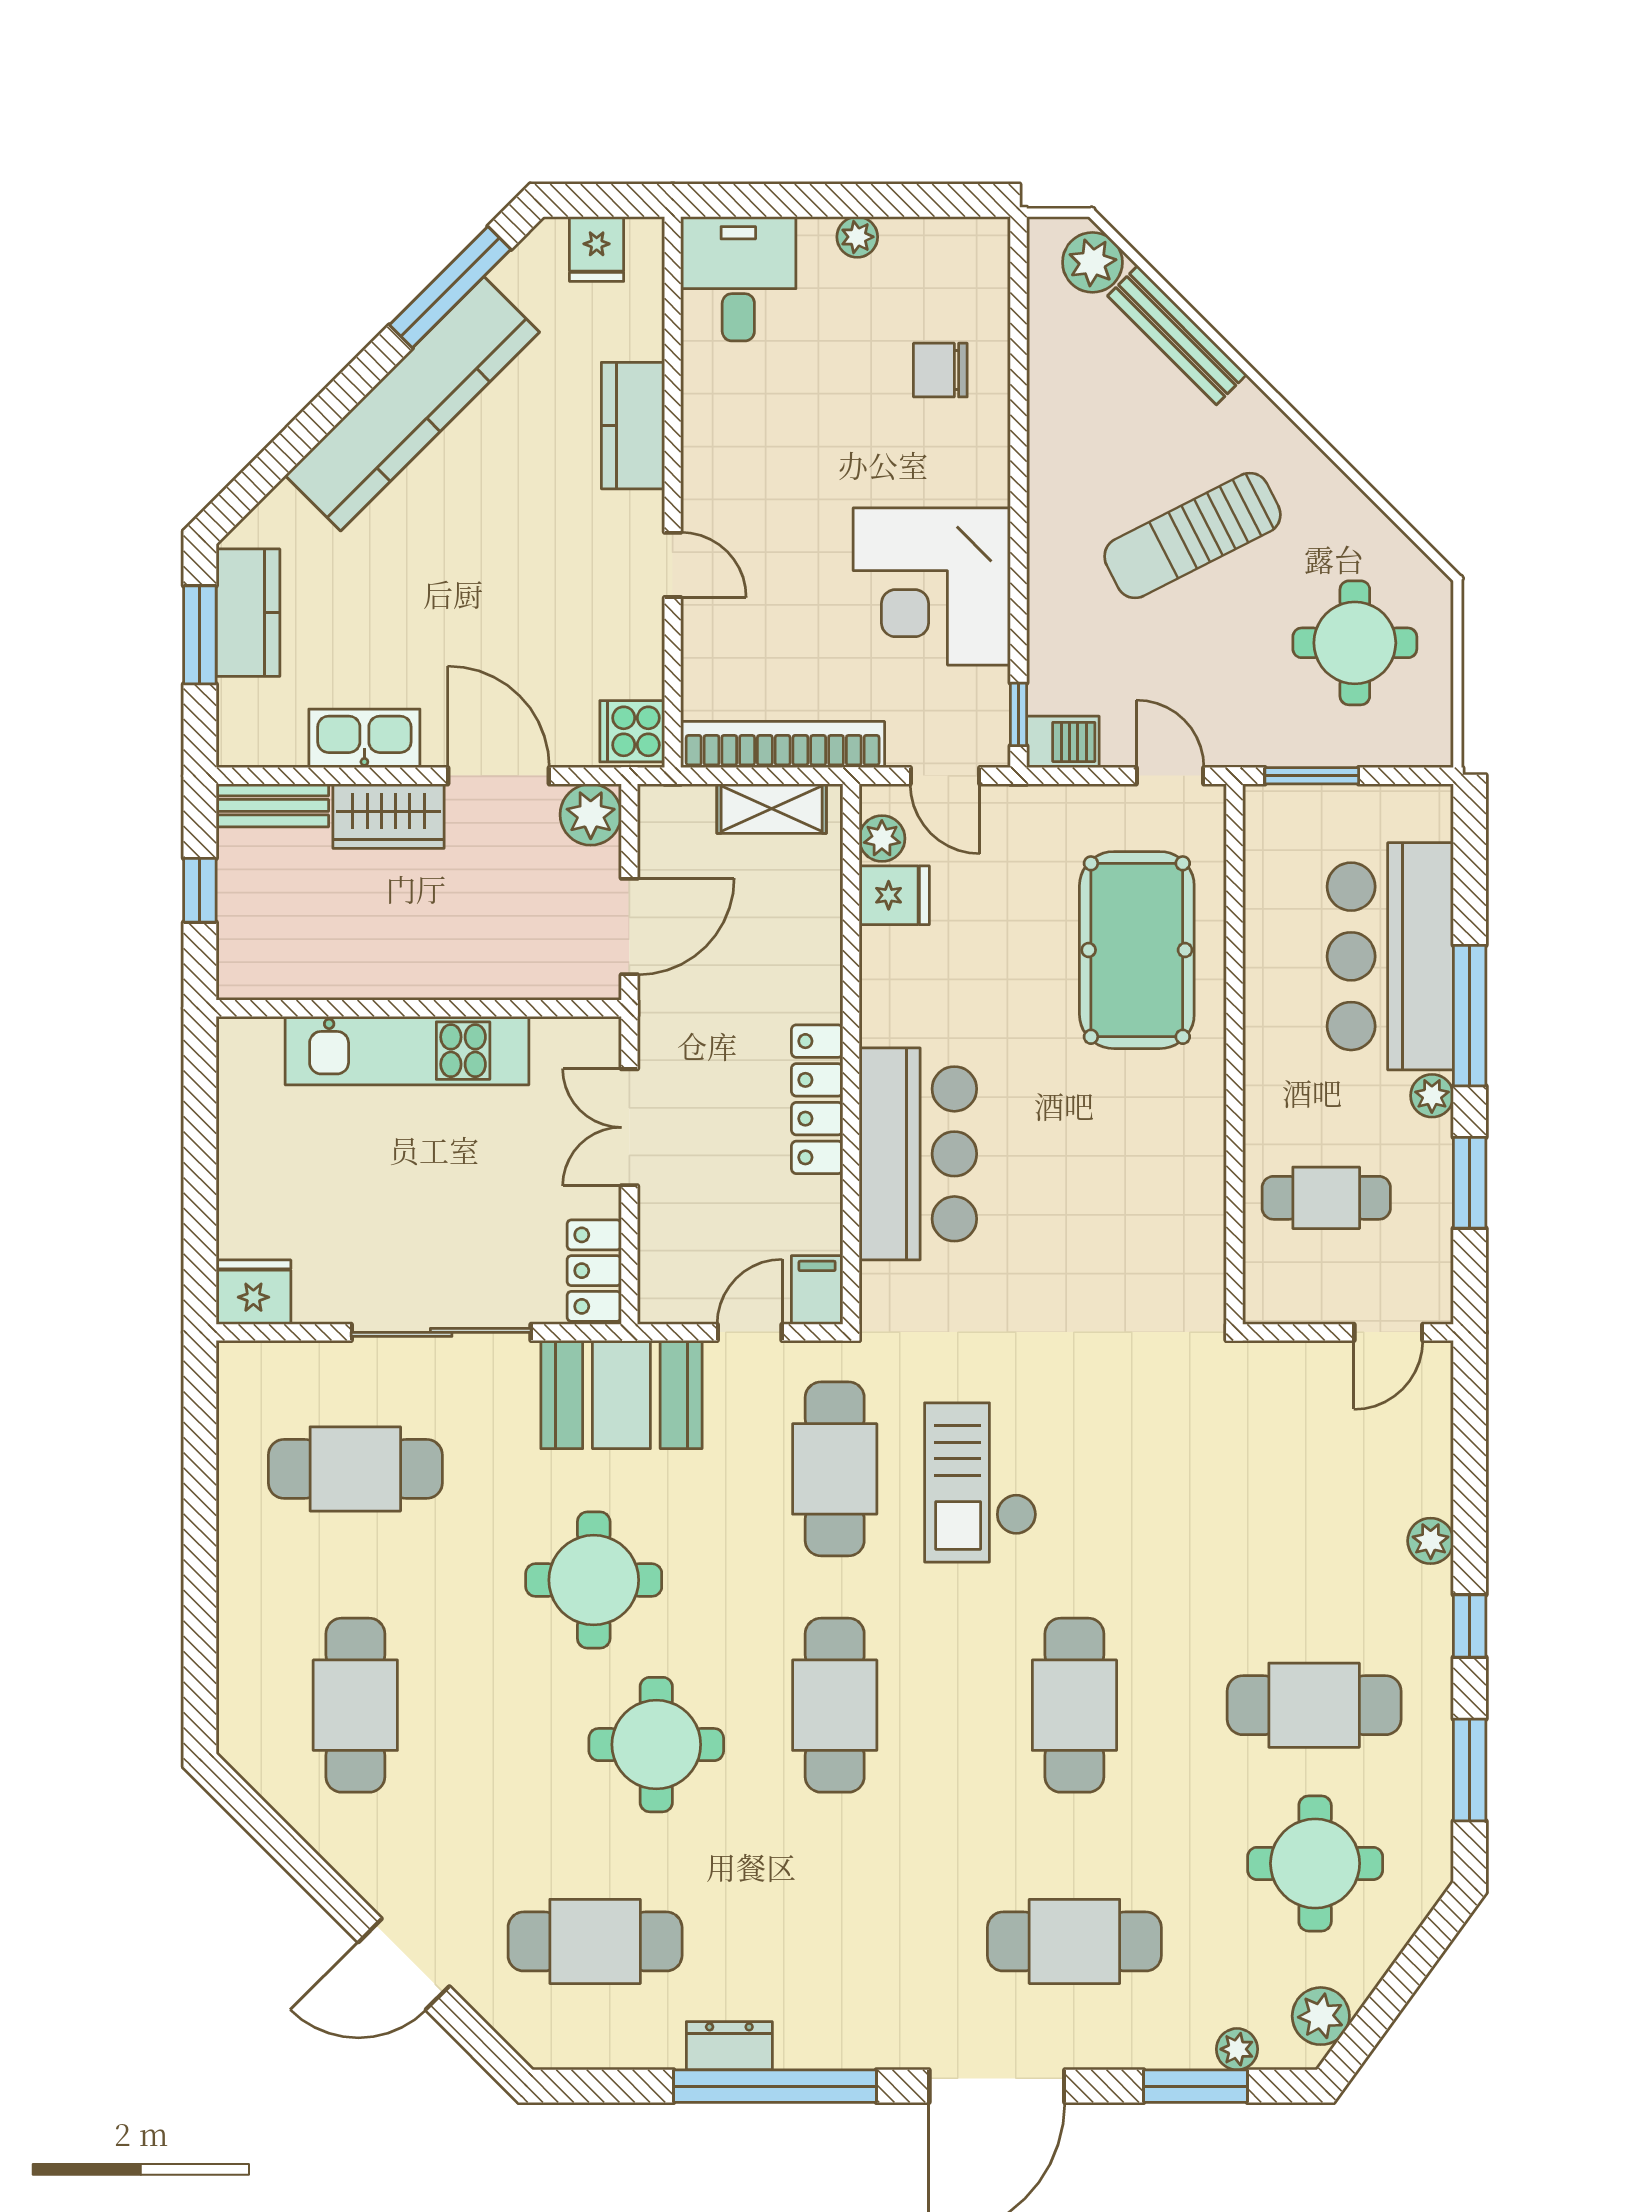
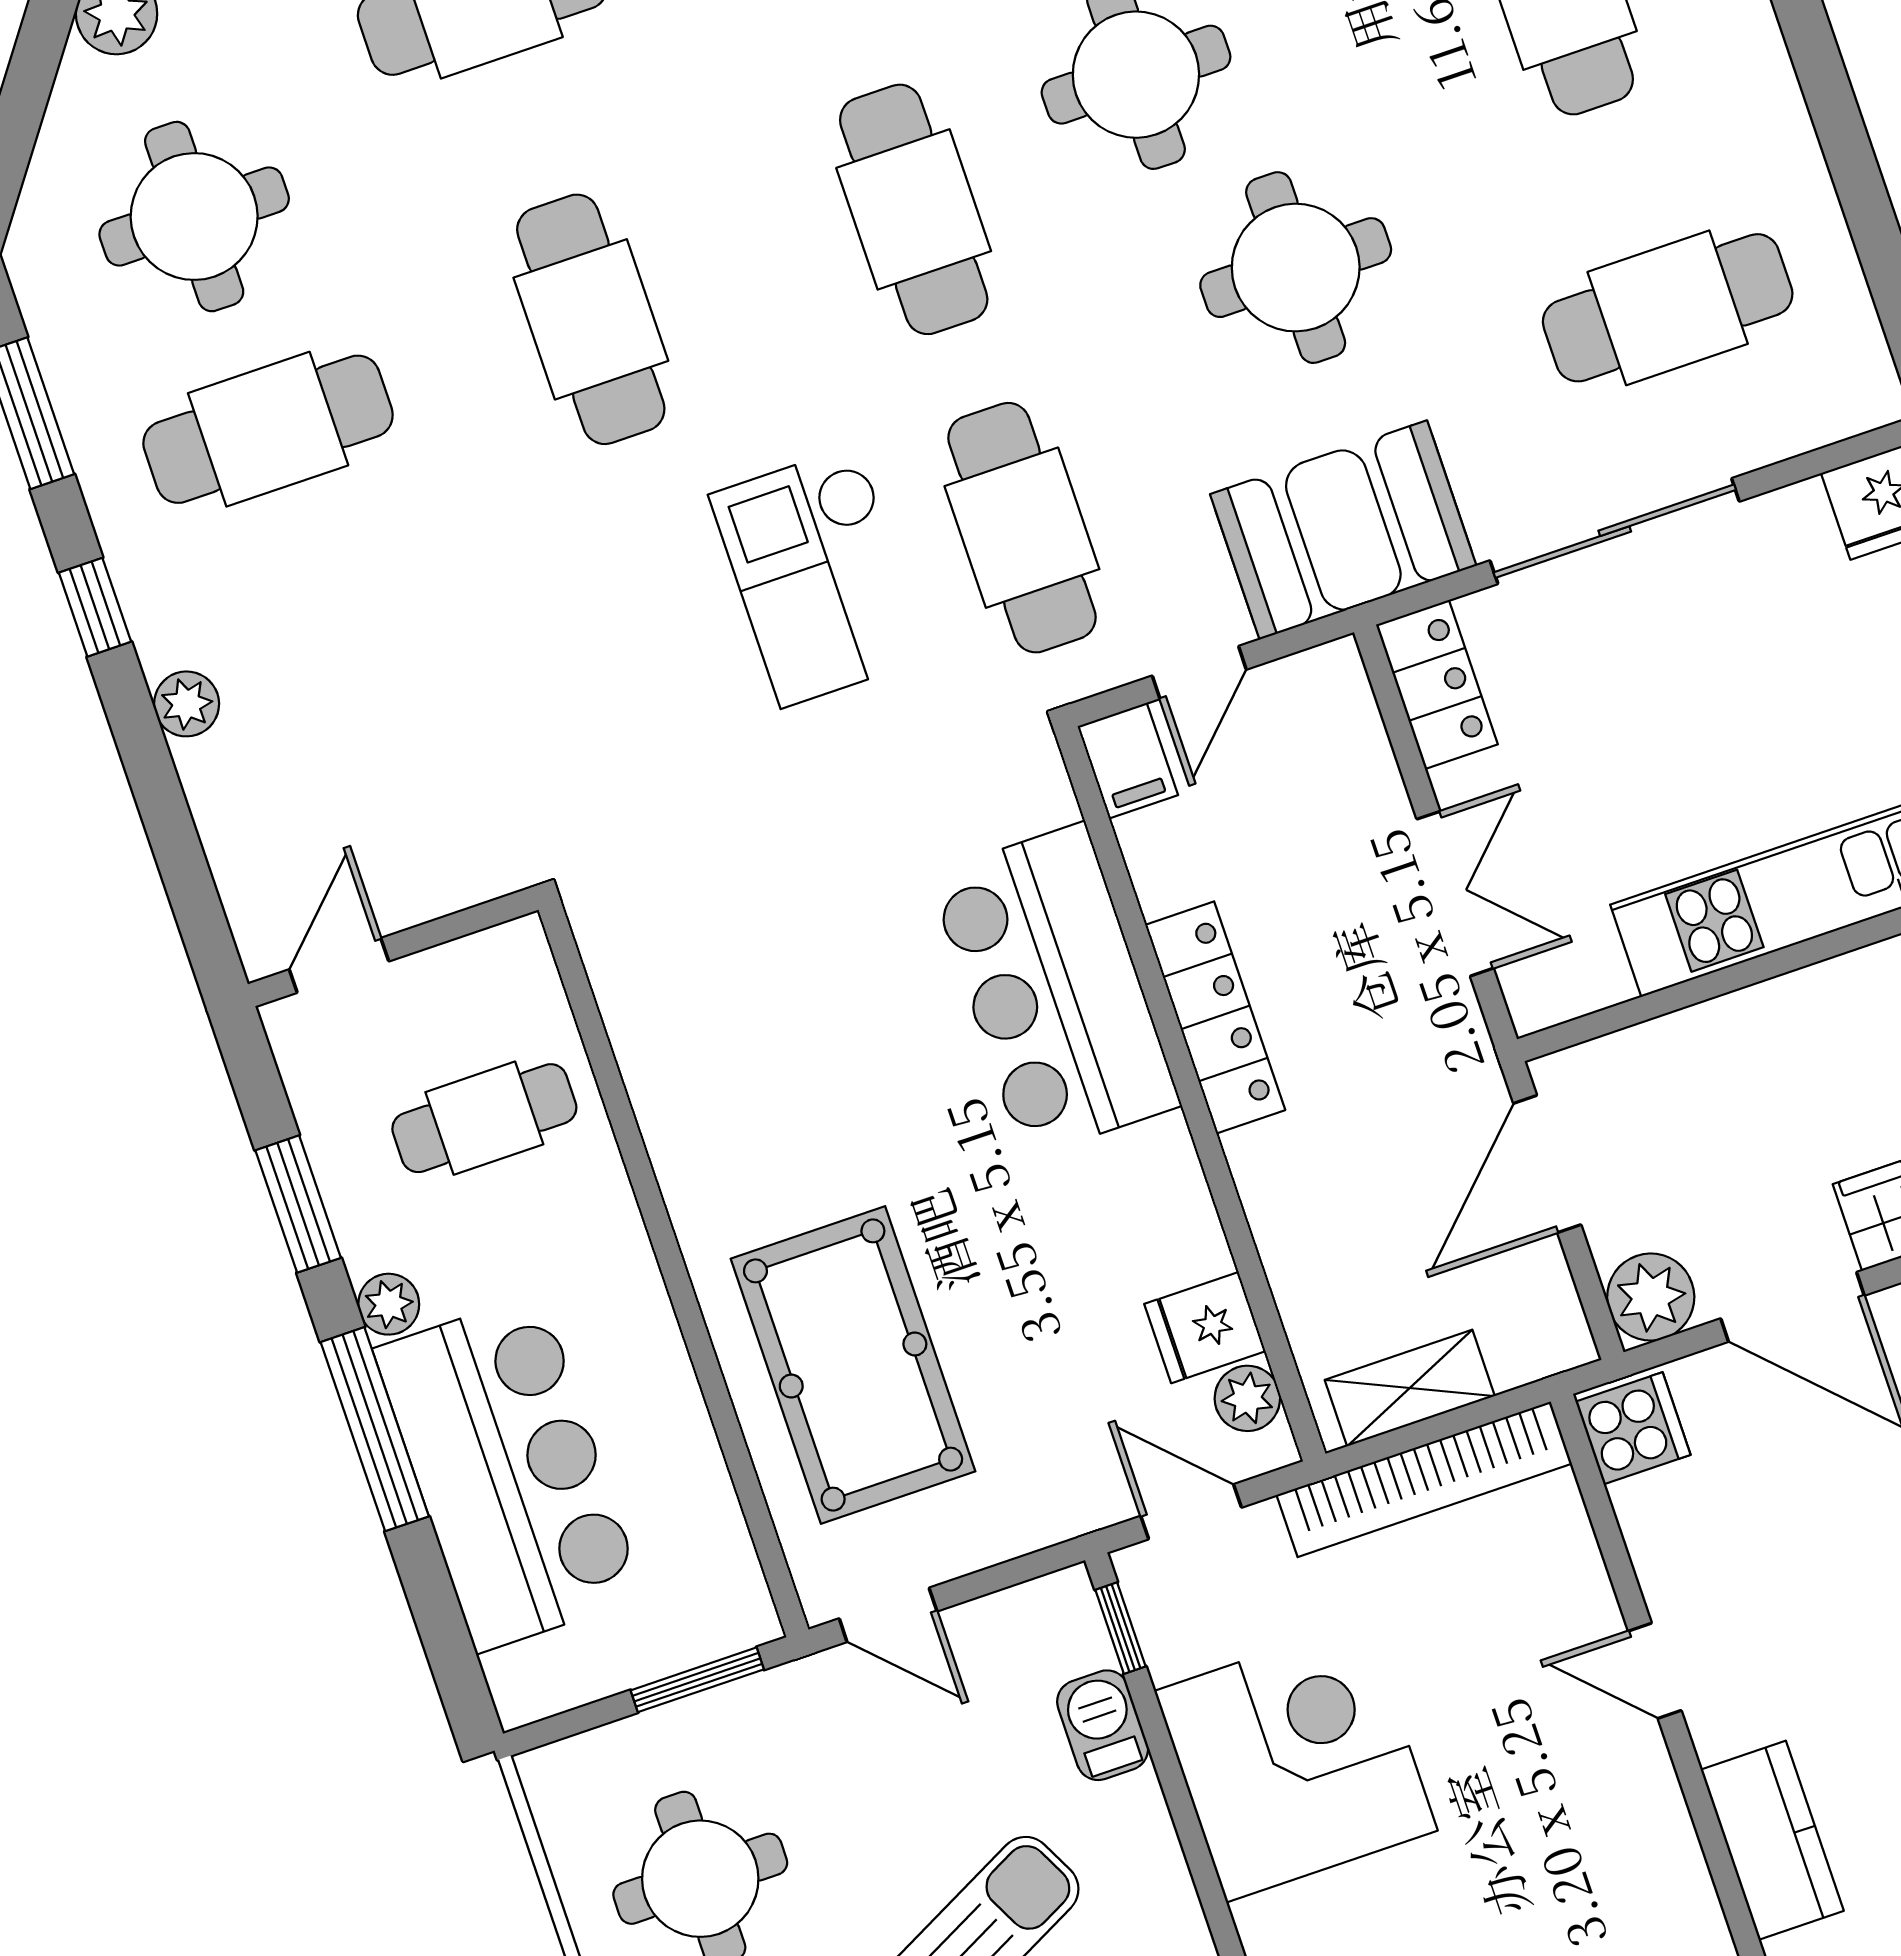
barbecue: (1063, 742) -> (1103, 1725), moved, turned 90
checkout: (981, 1482) -> (819, 576), turned 180

